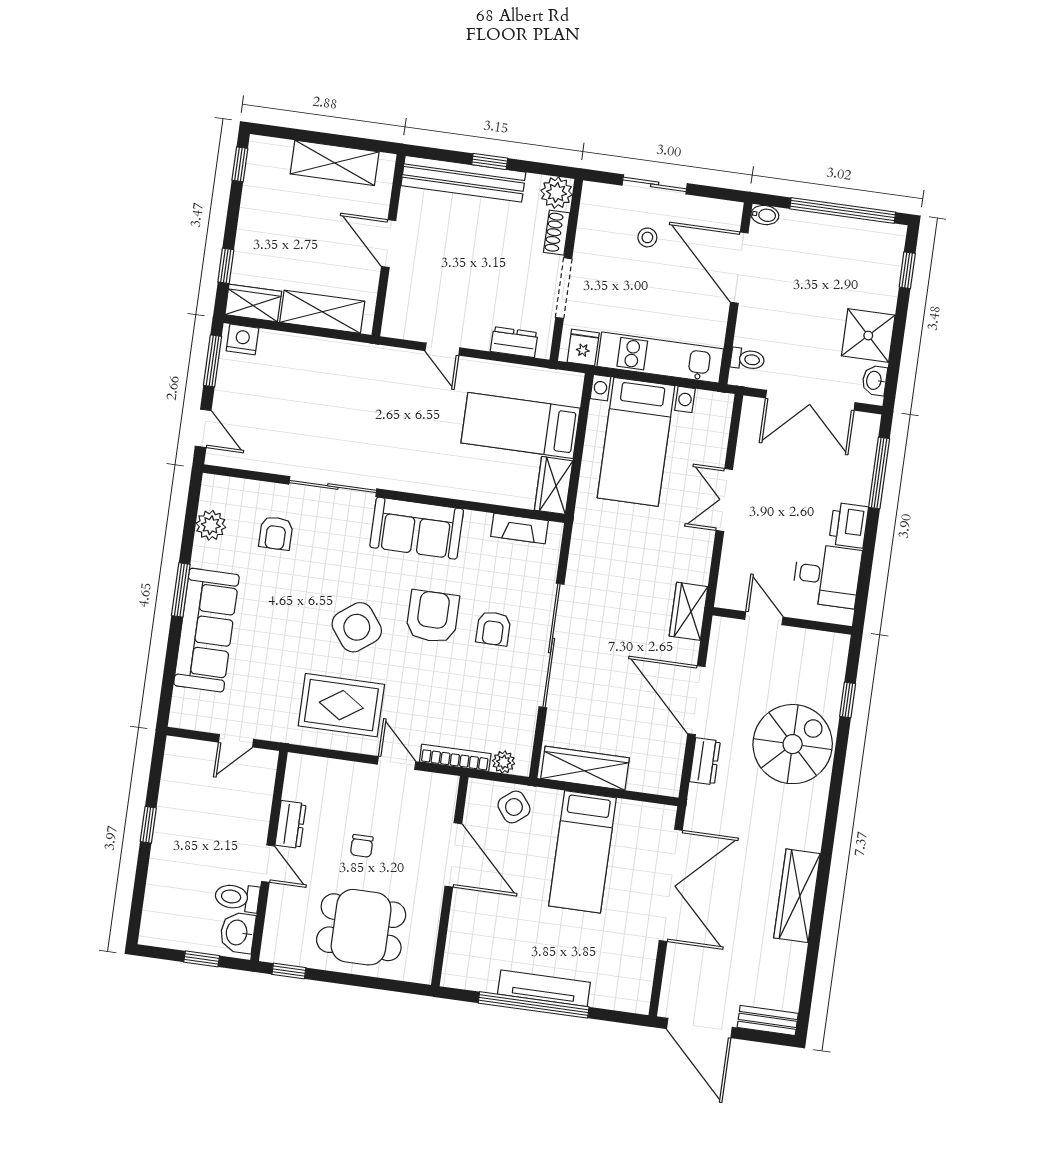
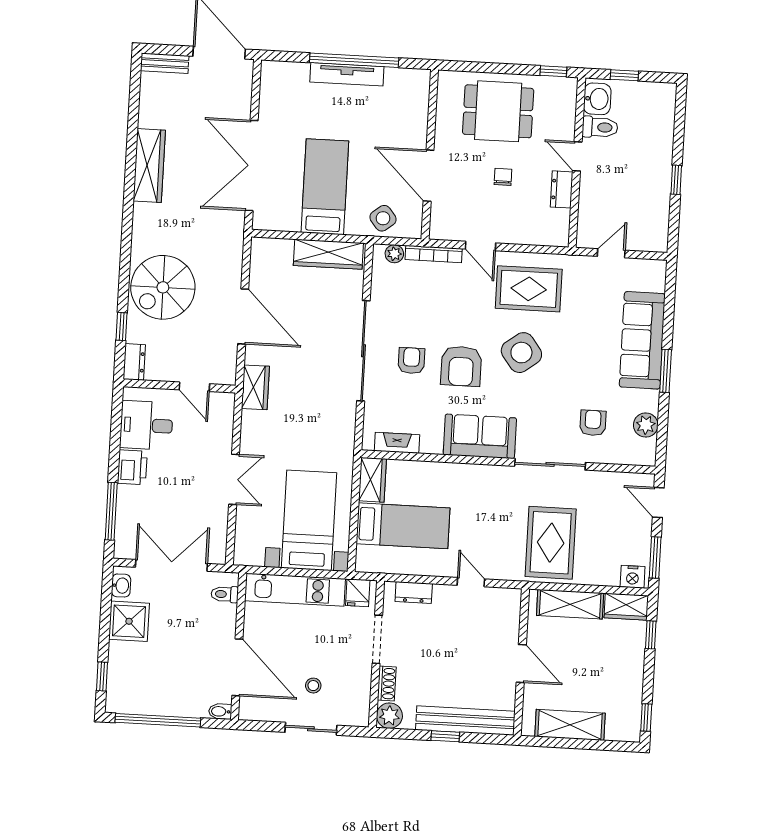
rug: (340, 390) -> (551, 543), added
dresser: (705, 761) -> (134, 362), moved, turned 180

